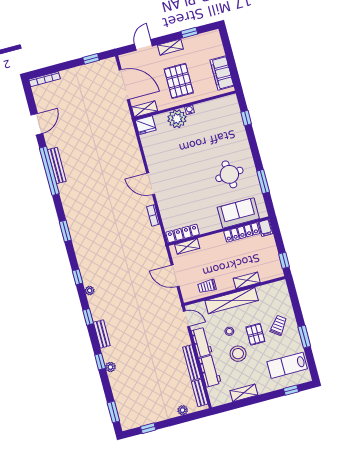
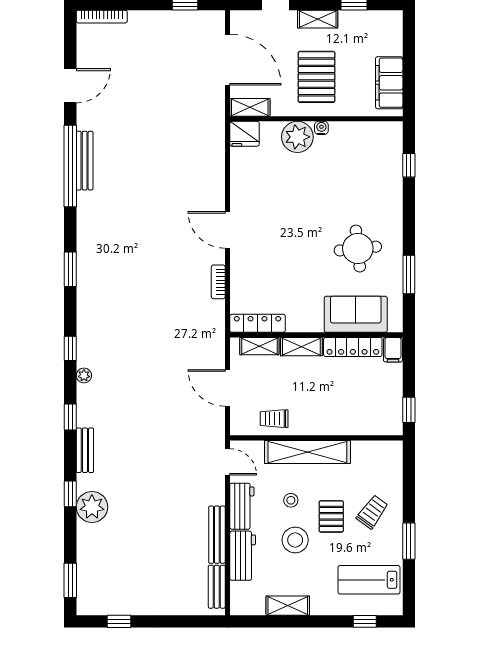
shelving: (247, 280) -> (301, 347), moved
plant: (110, 367) -> (92, 507), width x1.88, depth x1.88
plant: (183, 410) -> (182, 607), removed

